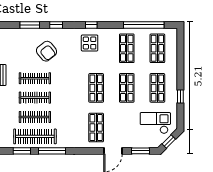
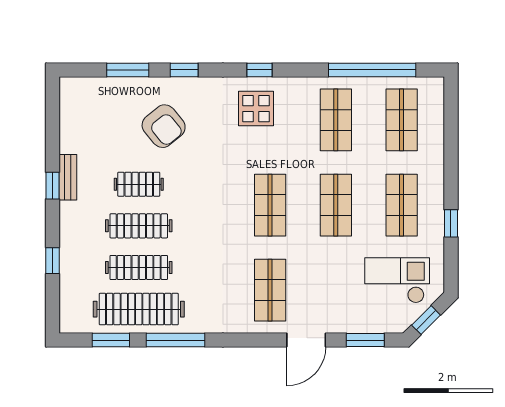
clothes rail: (35, 78) -> (139, 184), width x0.73

